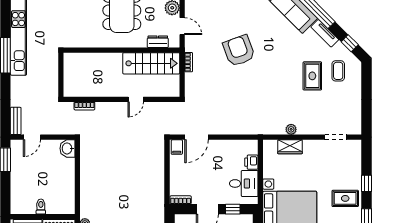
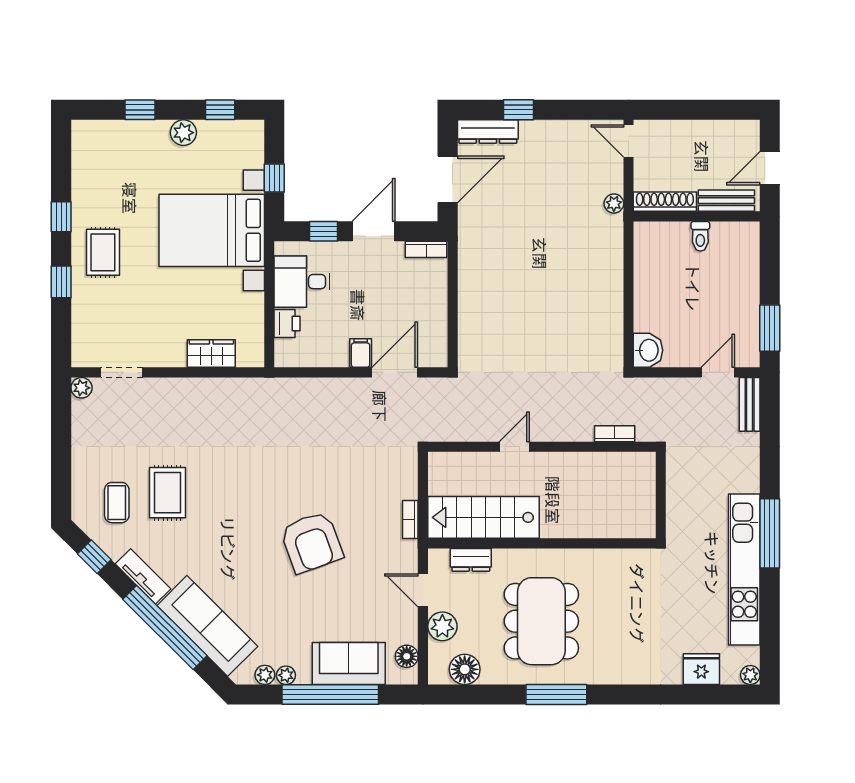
plant: (291, 129) -> (81, 388), moved
filing cabinet: (177, 147) -> (361, 353), moved
rug: (345, 198) -> (103, 252), turned 90

